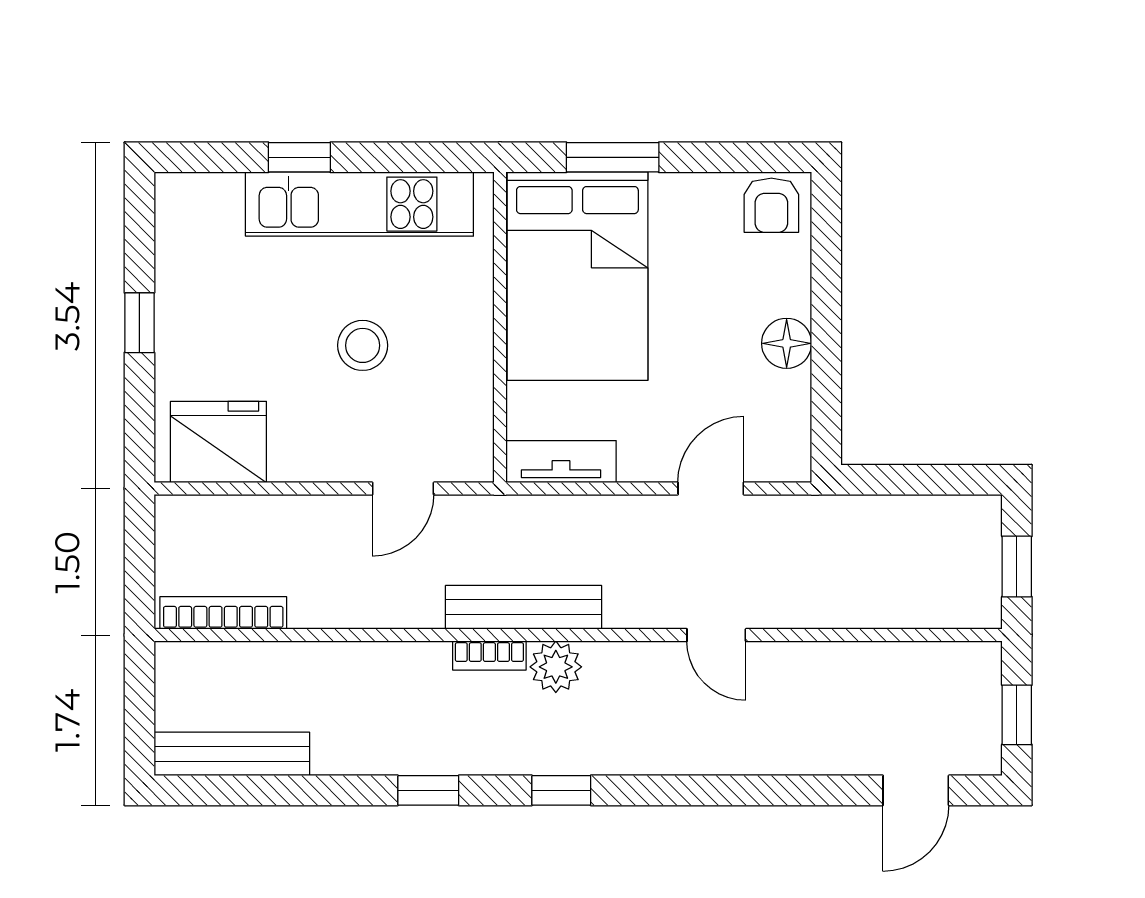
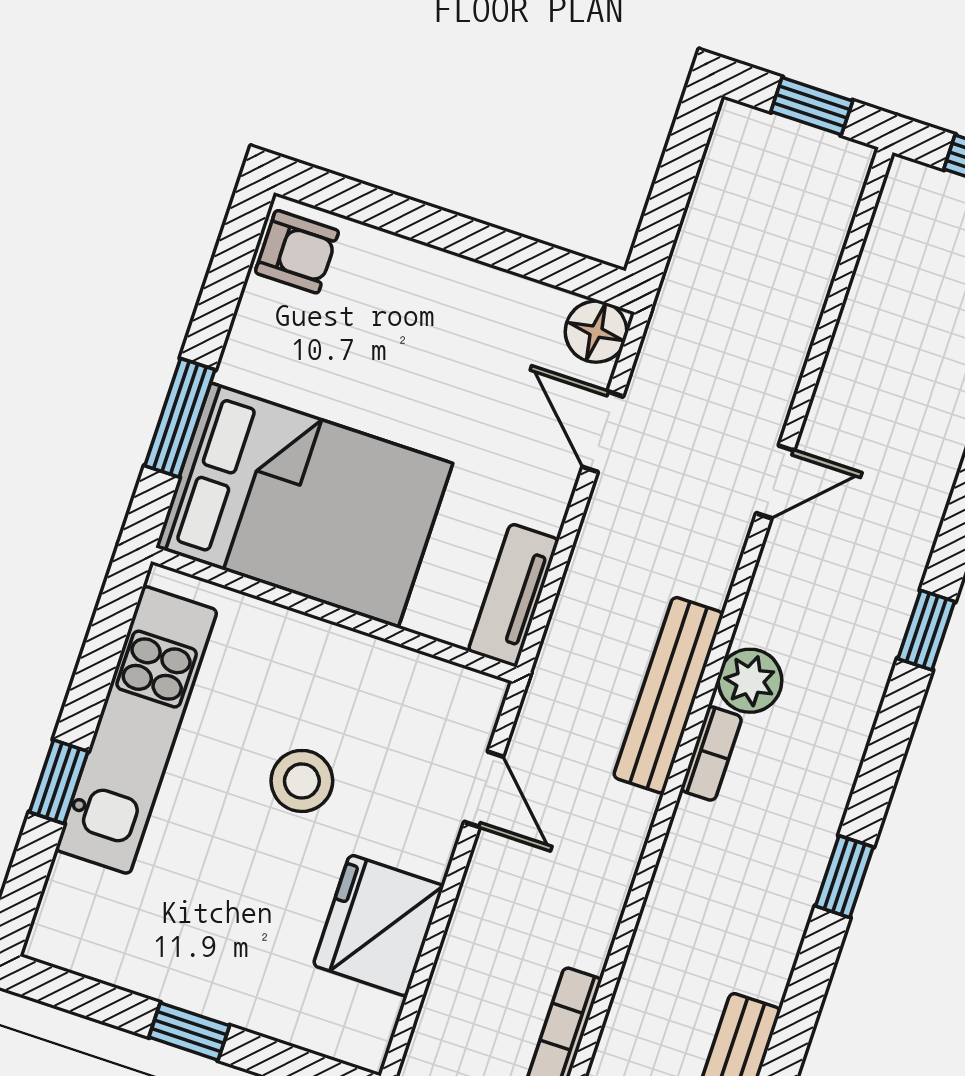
floor lamp: (787, 343) -> (596, 332), moved
fridge: (218, 442) -> (378, 926), moved
window: (561, 790) -> (926, 630), moved

